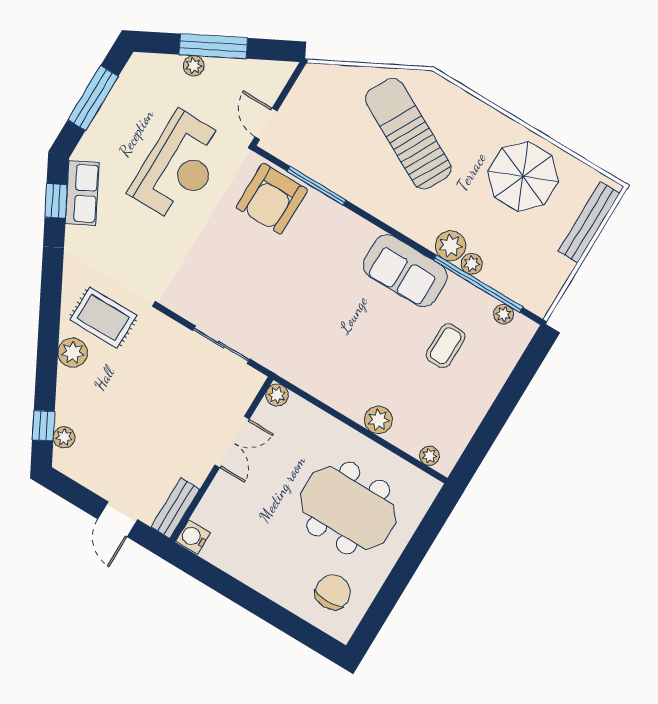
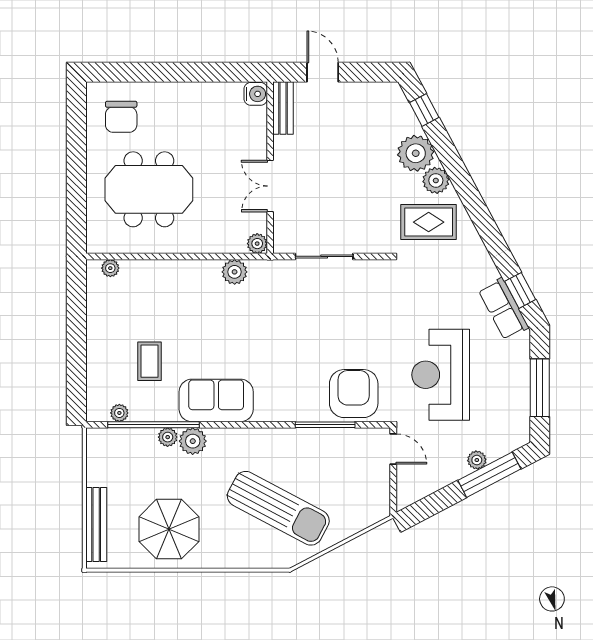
window: (213, 46) -> (489, 475), moved
plant: (378, 420) -> (235, 272), moved
plant: (64, 437) -> (416, 153), moved, width x1.87, depth x1.87

